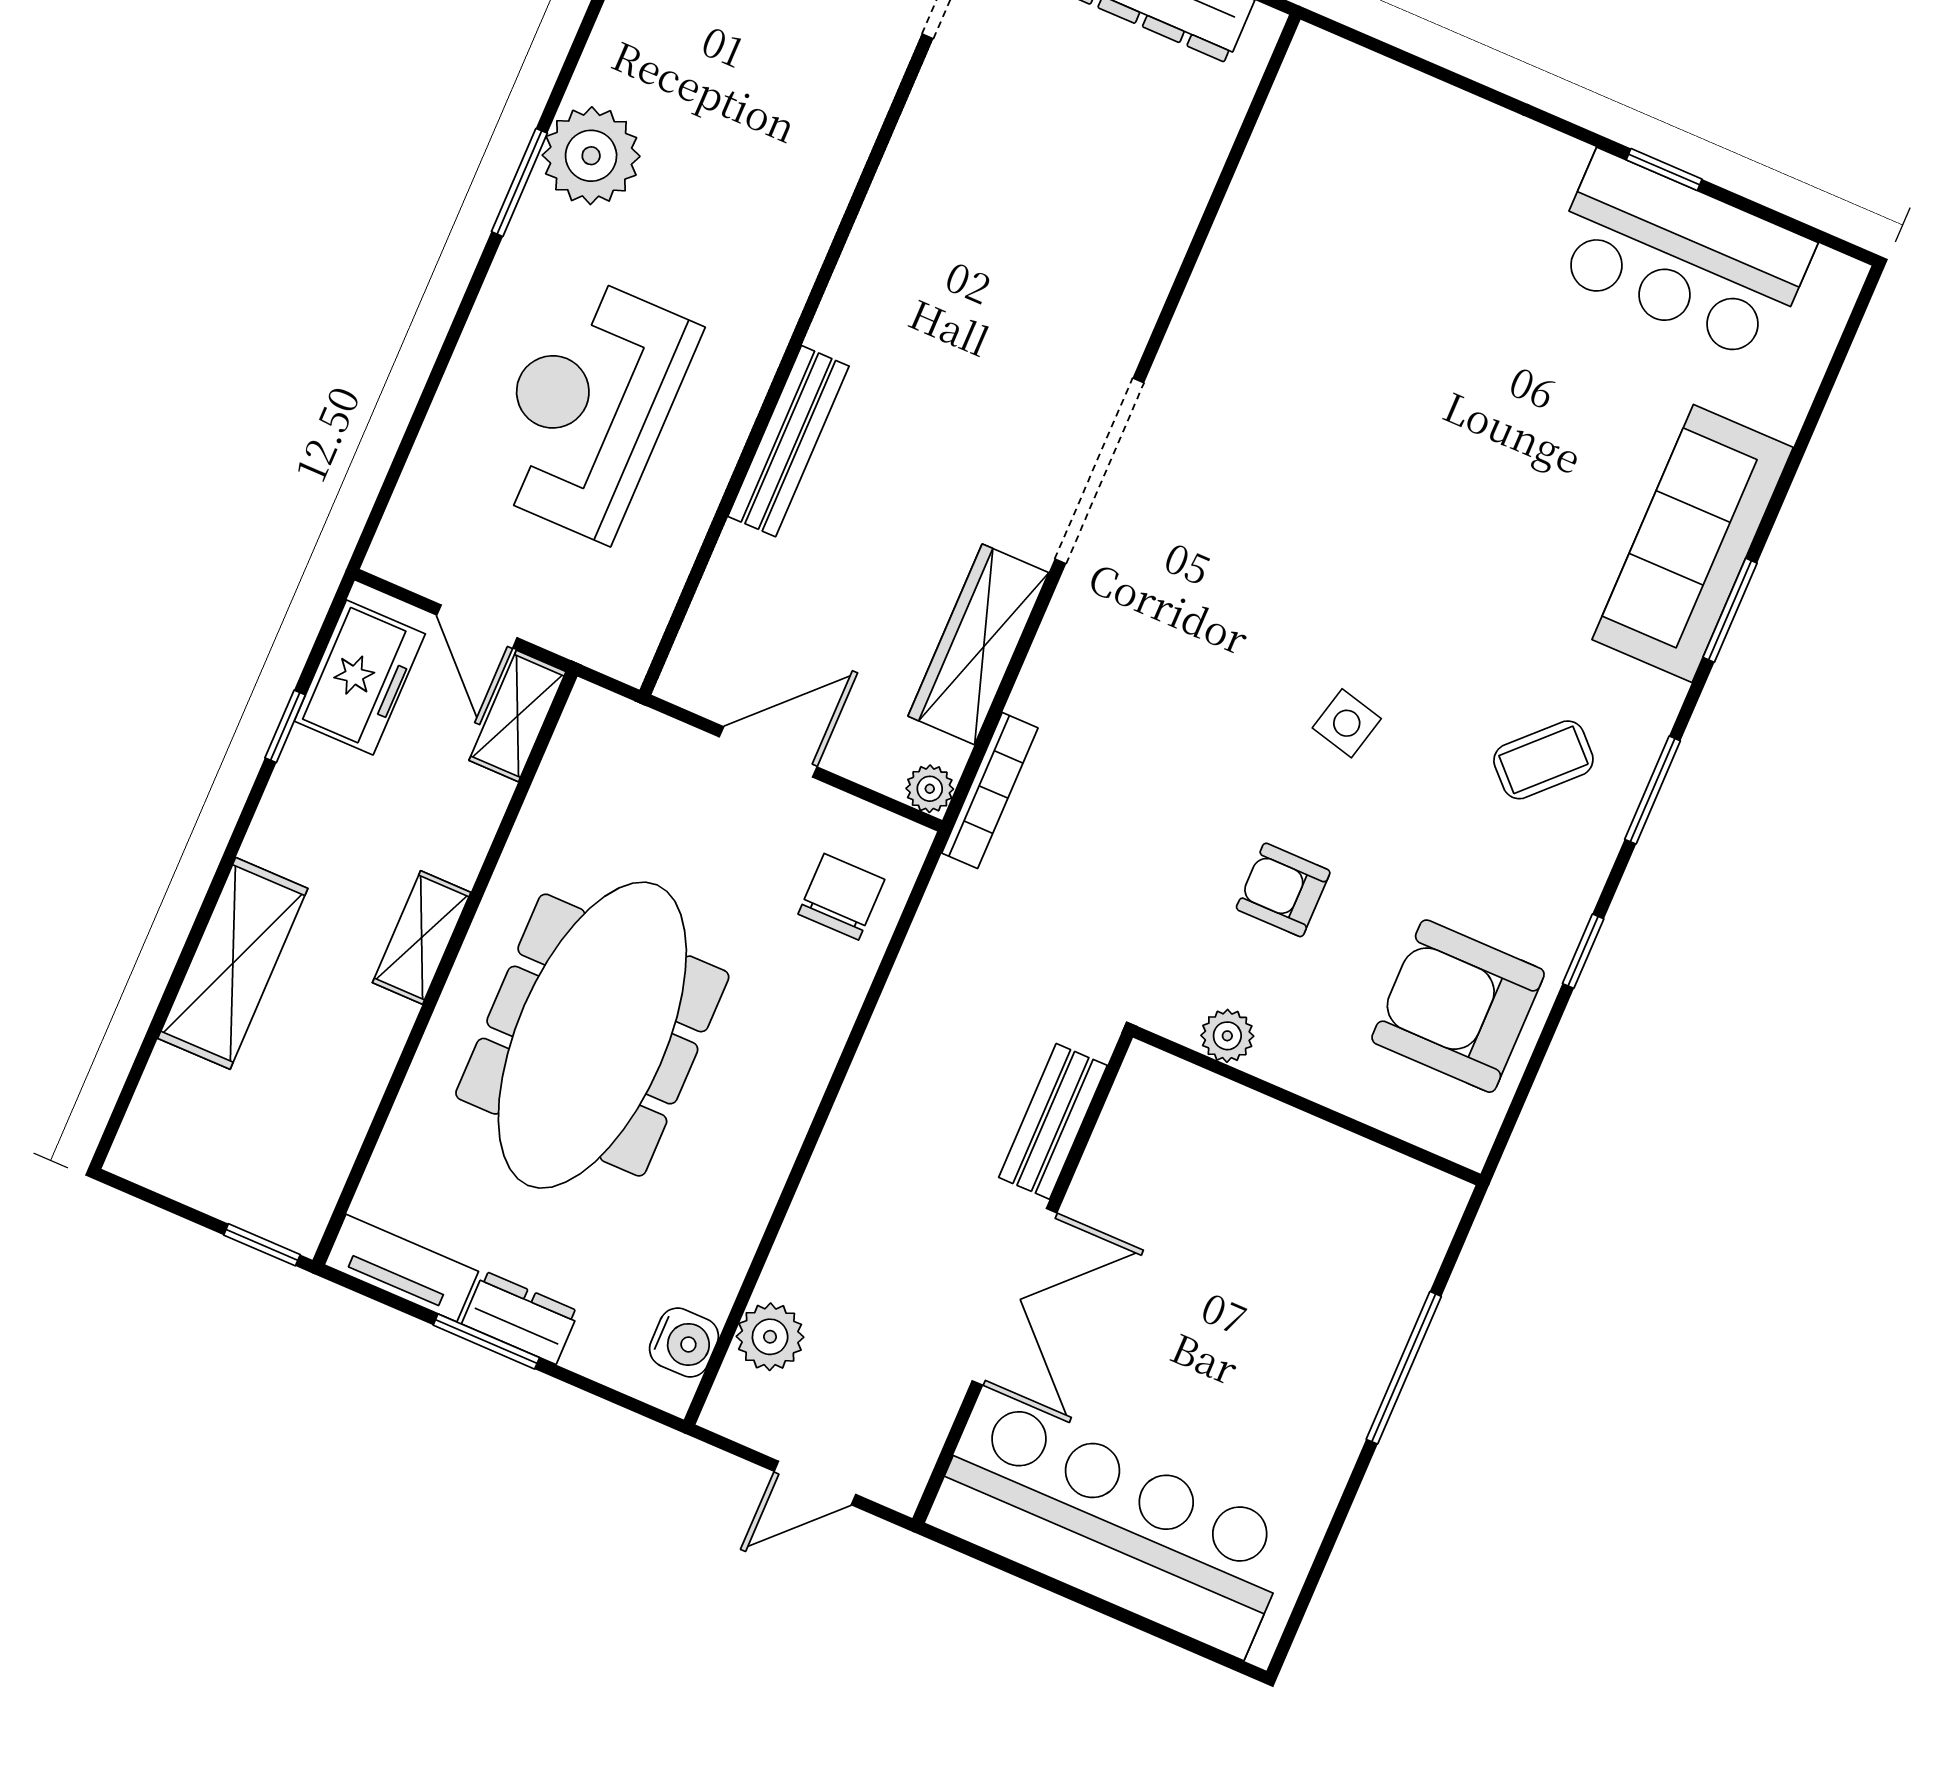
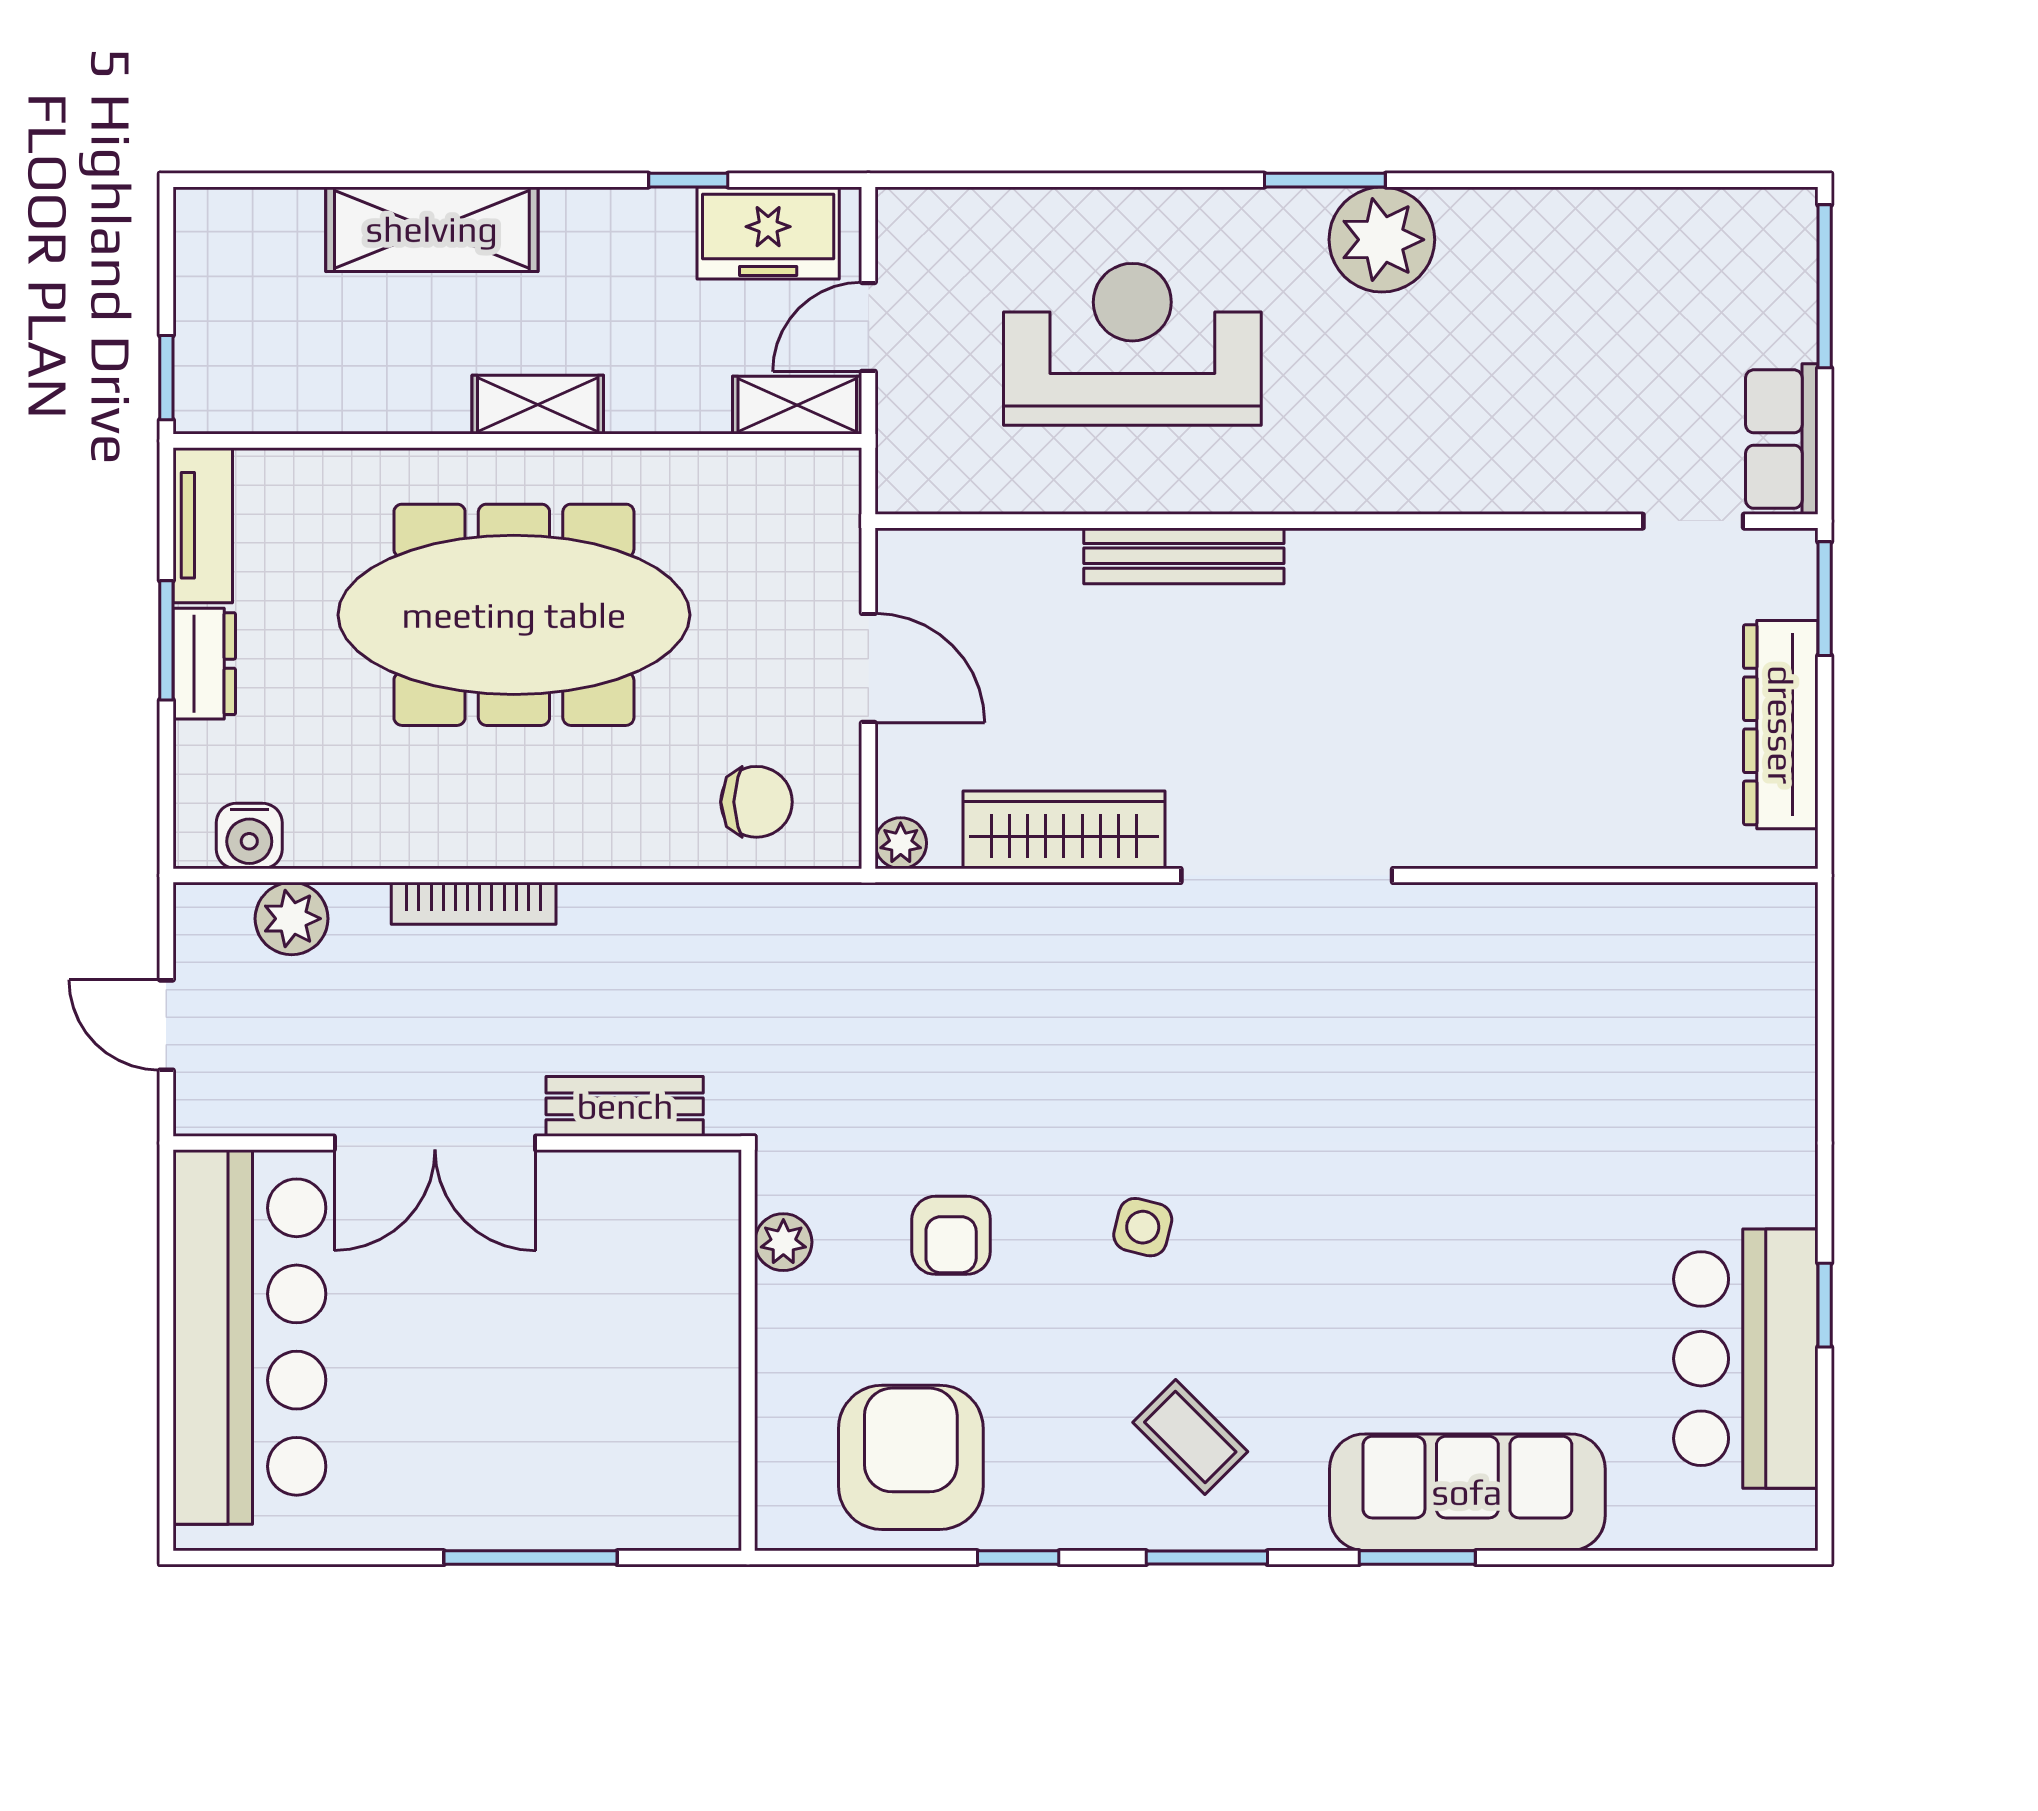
bookcase: (990, 790) -> (474, 903), moved
armchair: (1283, 890) -> (951, 1235), turned 180

